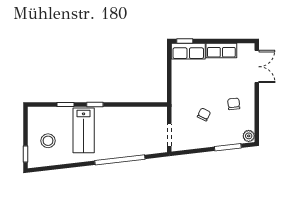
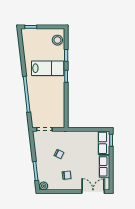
double door: (257, 67) -> (93, 192), swing flipped
lab bench: (84, 130) -> (48, 68), turned 180
stool: (48, 141) -> (57, 40), moved

